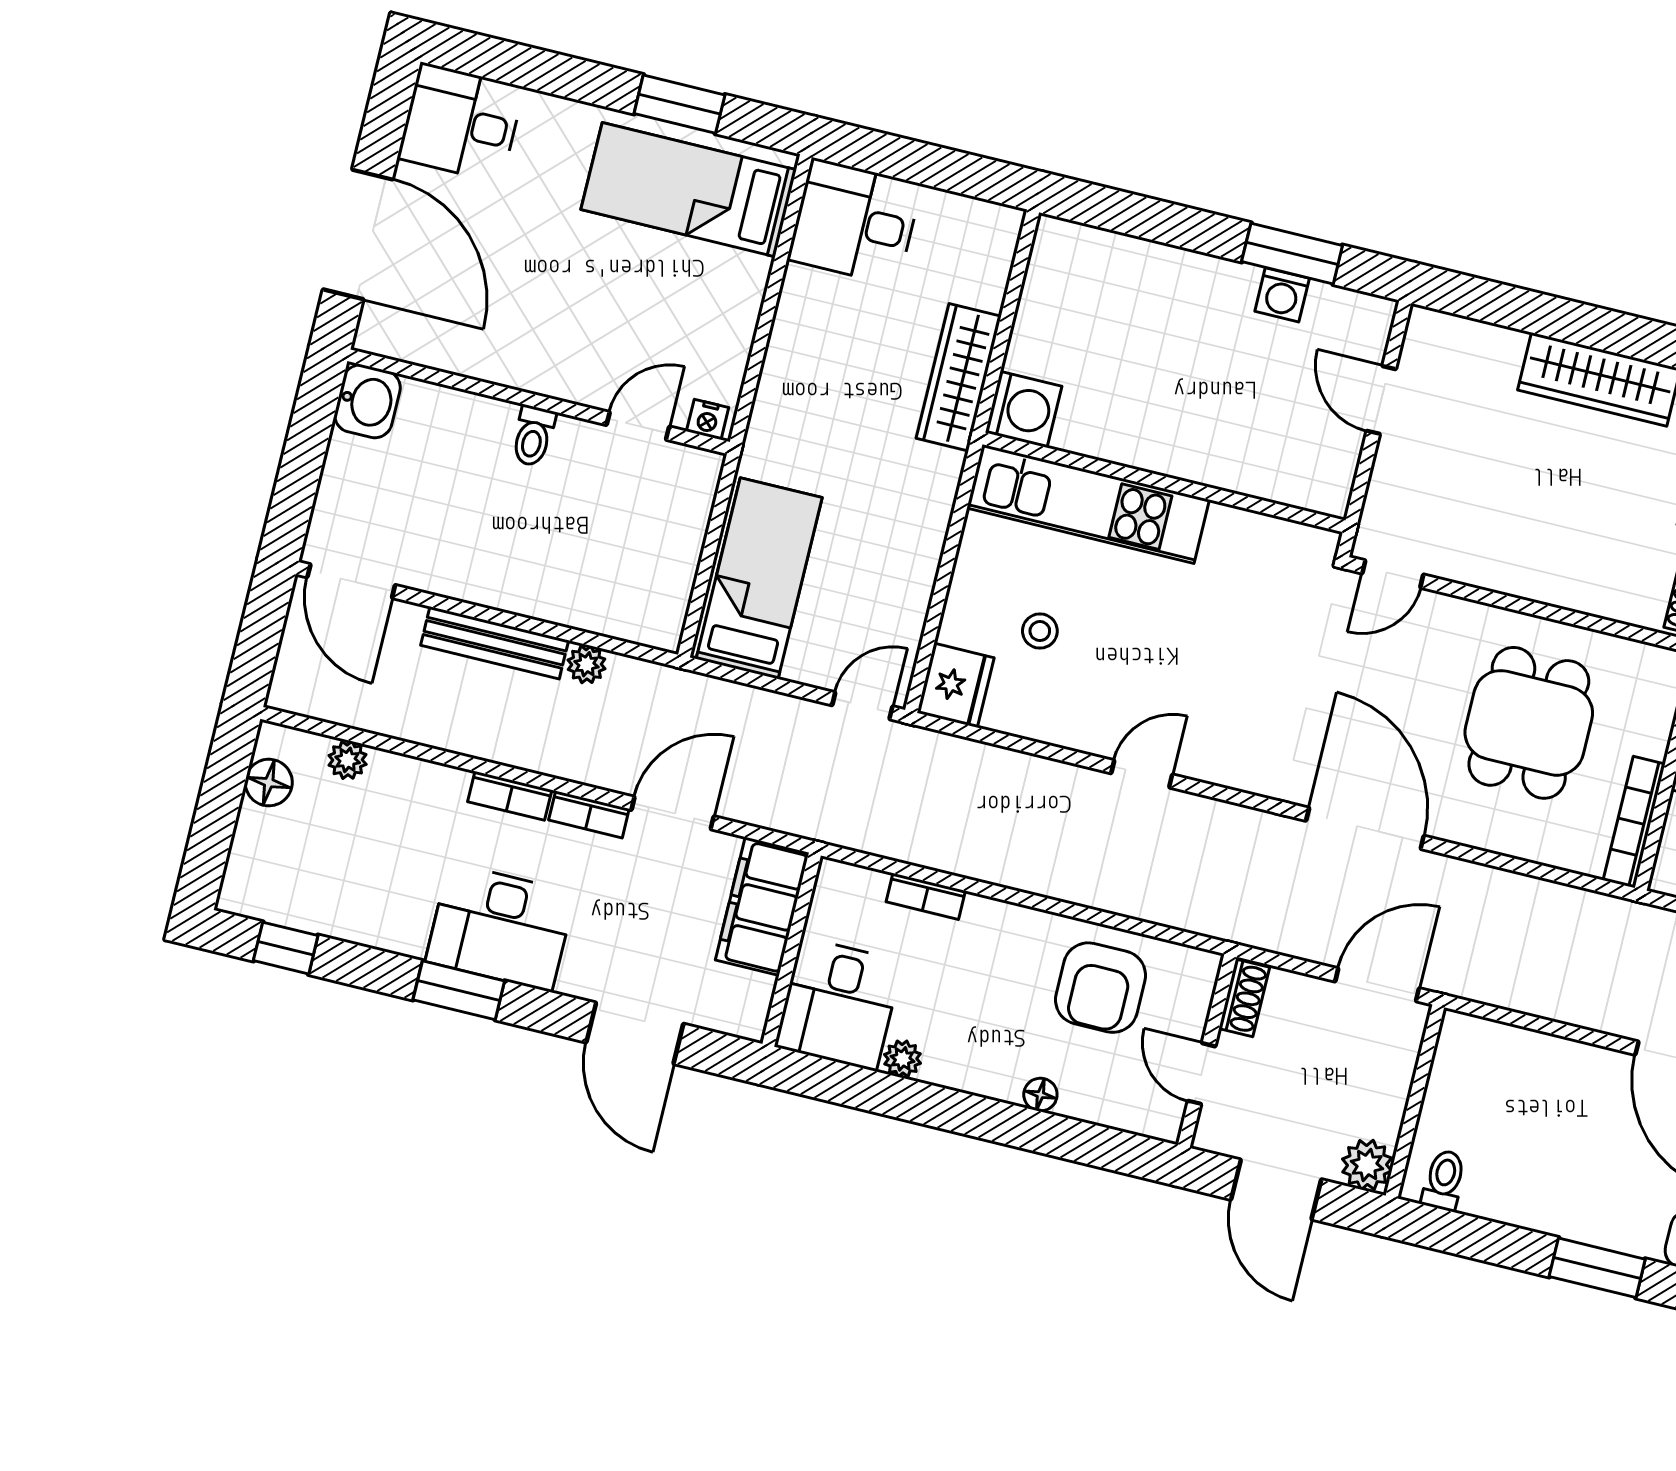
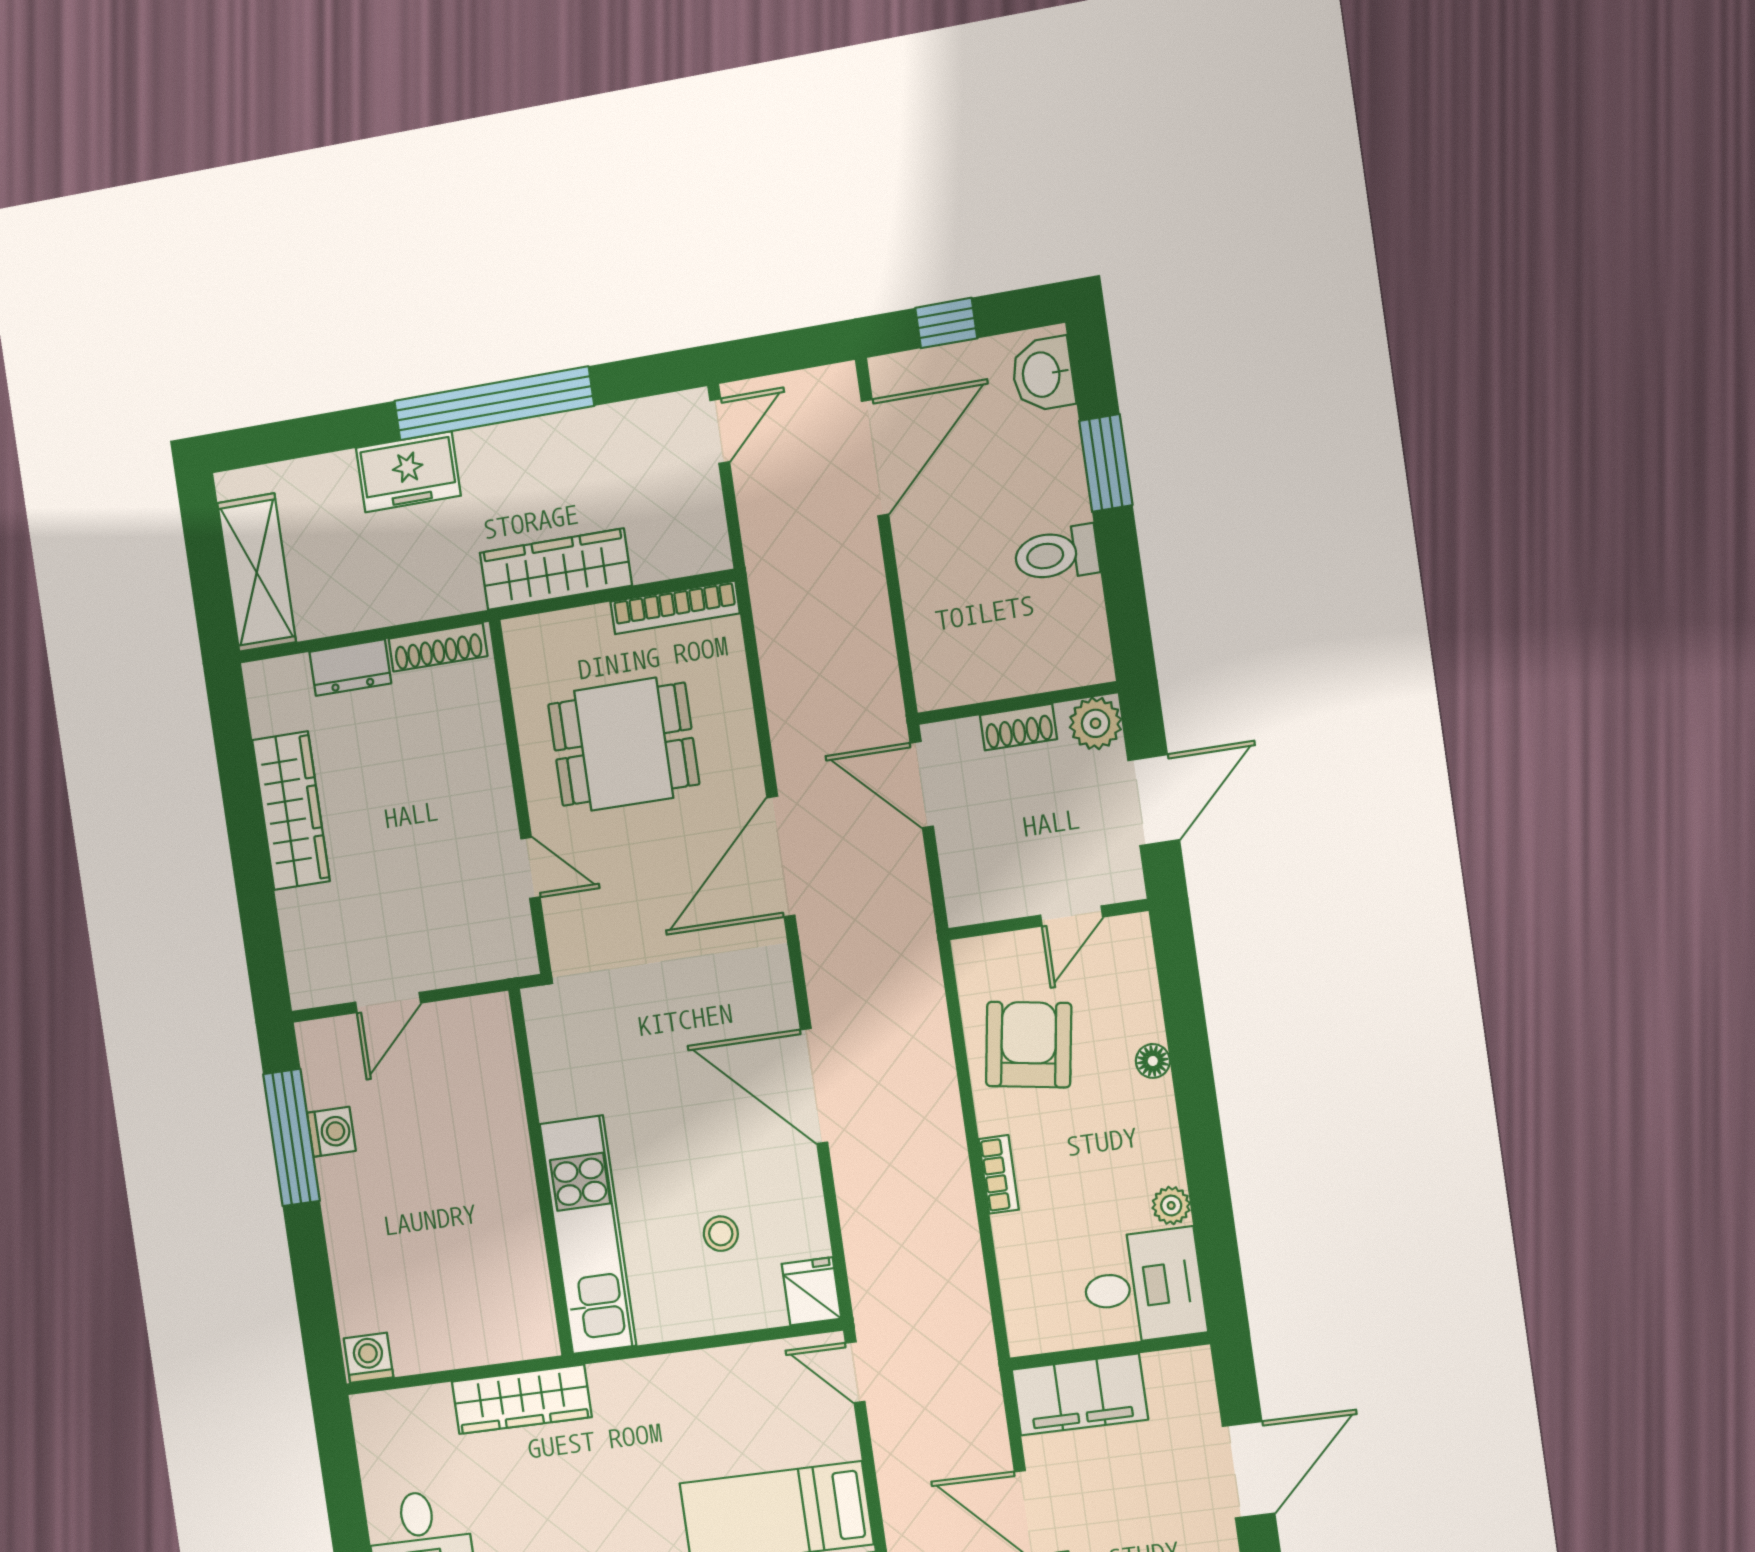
window: (1292, 254) -> (291, 1138), width x1.44
washing machine: (1023, 409) -> (369, 1358), moved, width x0.73, depth x0.73
door: (1393, 574) -> (531, 868), moved
fridge: (956, 685) -> (812, 1291), width x0.72
door: (1142, 774) -> (814, 1086), width x1.88
bookcase: (926, 896) -> (999, 1174), moved
armchair: (1100, 988) -> (1029, 1045), turned -81
shoe rack: (1244, 998) -> (1018, 727), moved, turned 180
toilet: (1444, 1180) -> (1057, 554), moved, width x1.37, depth x1.39

